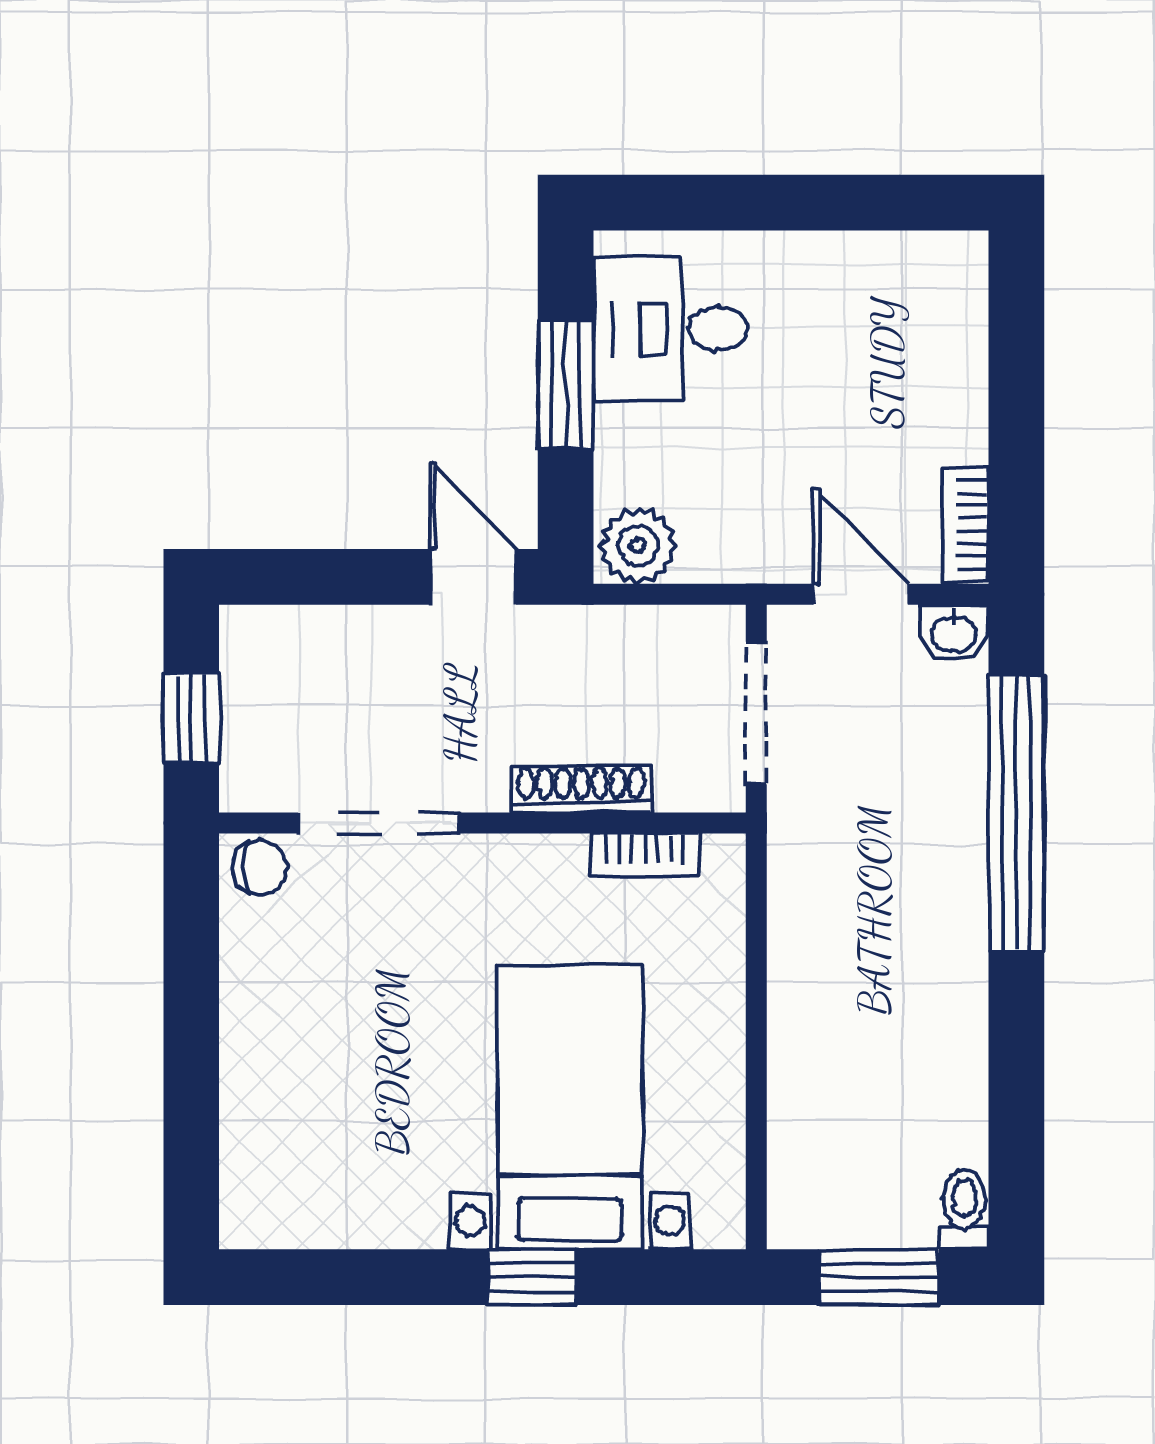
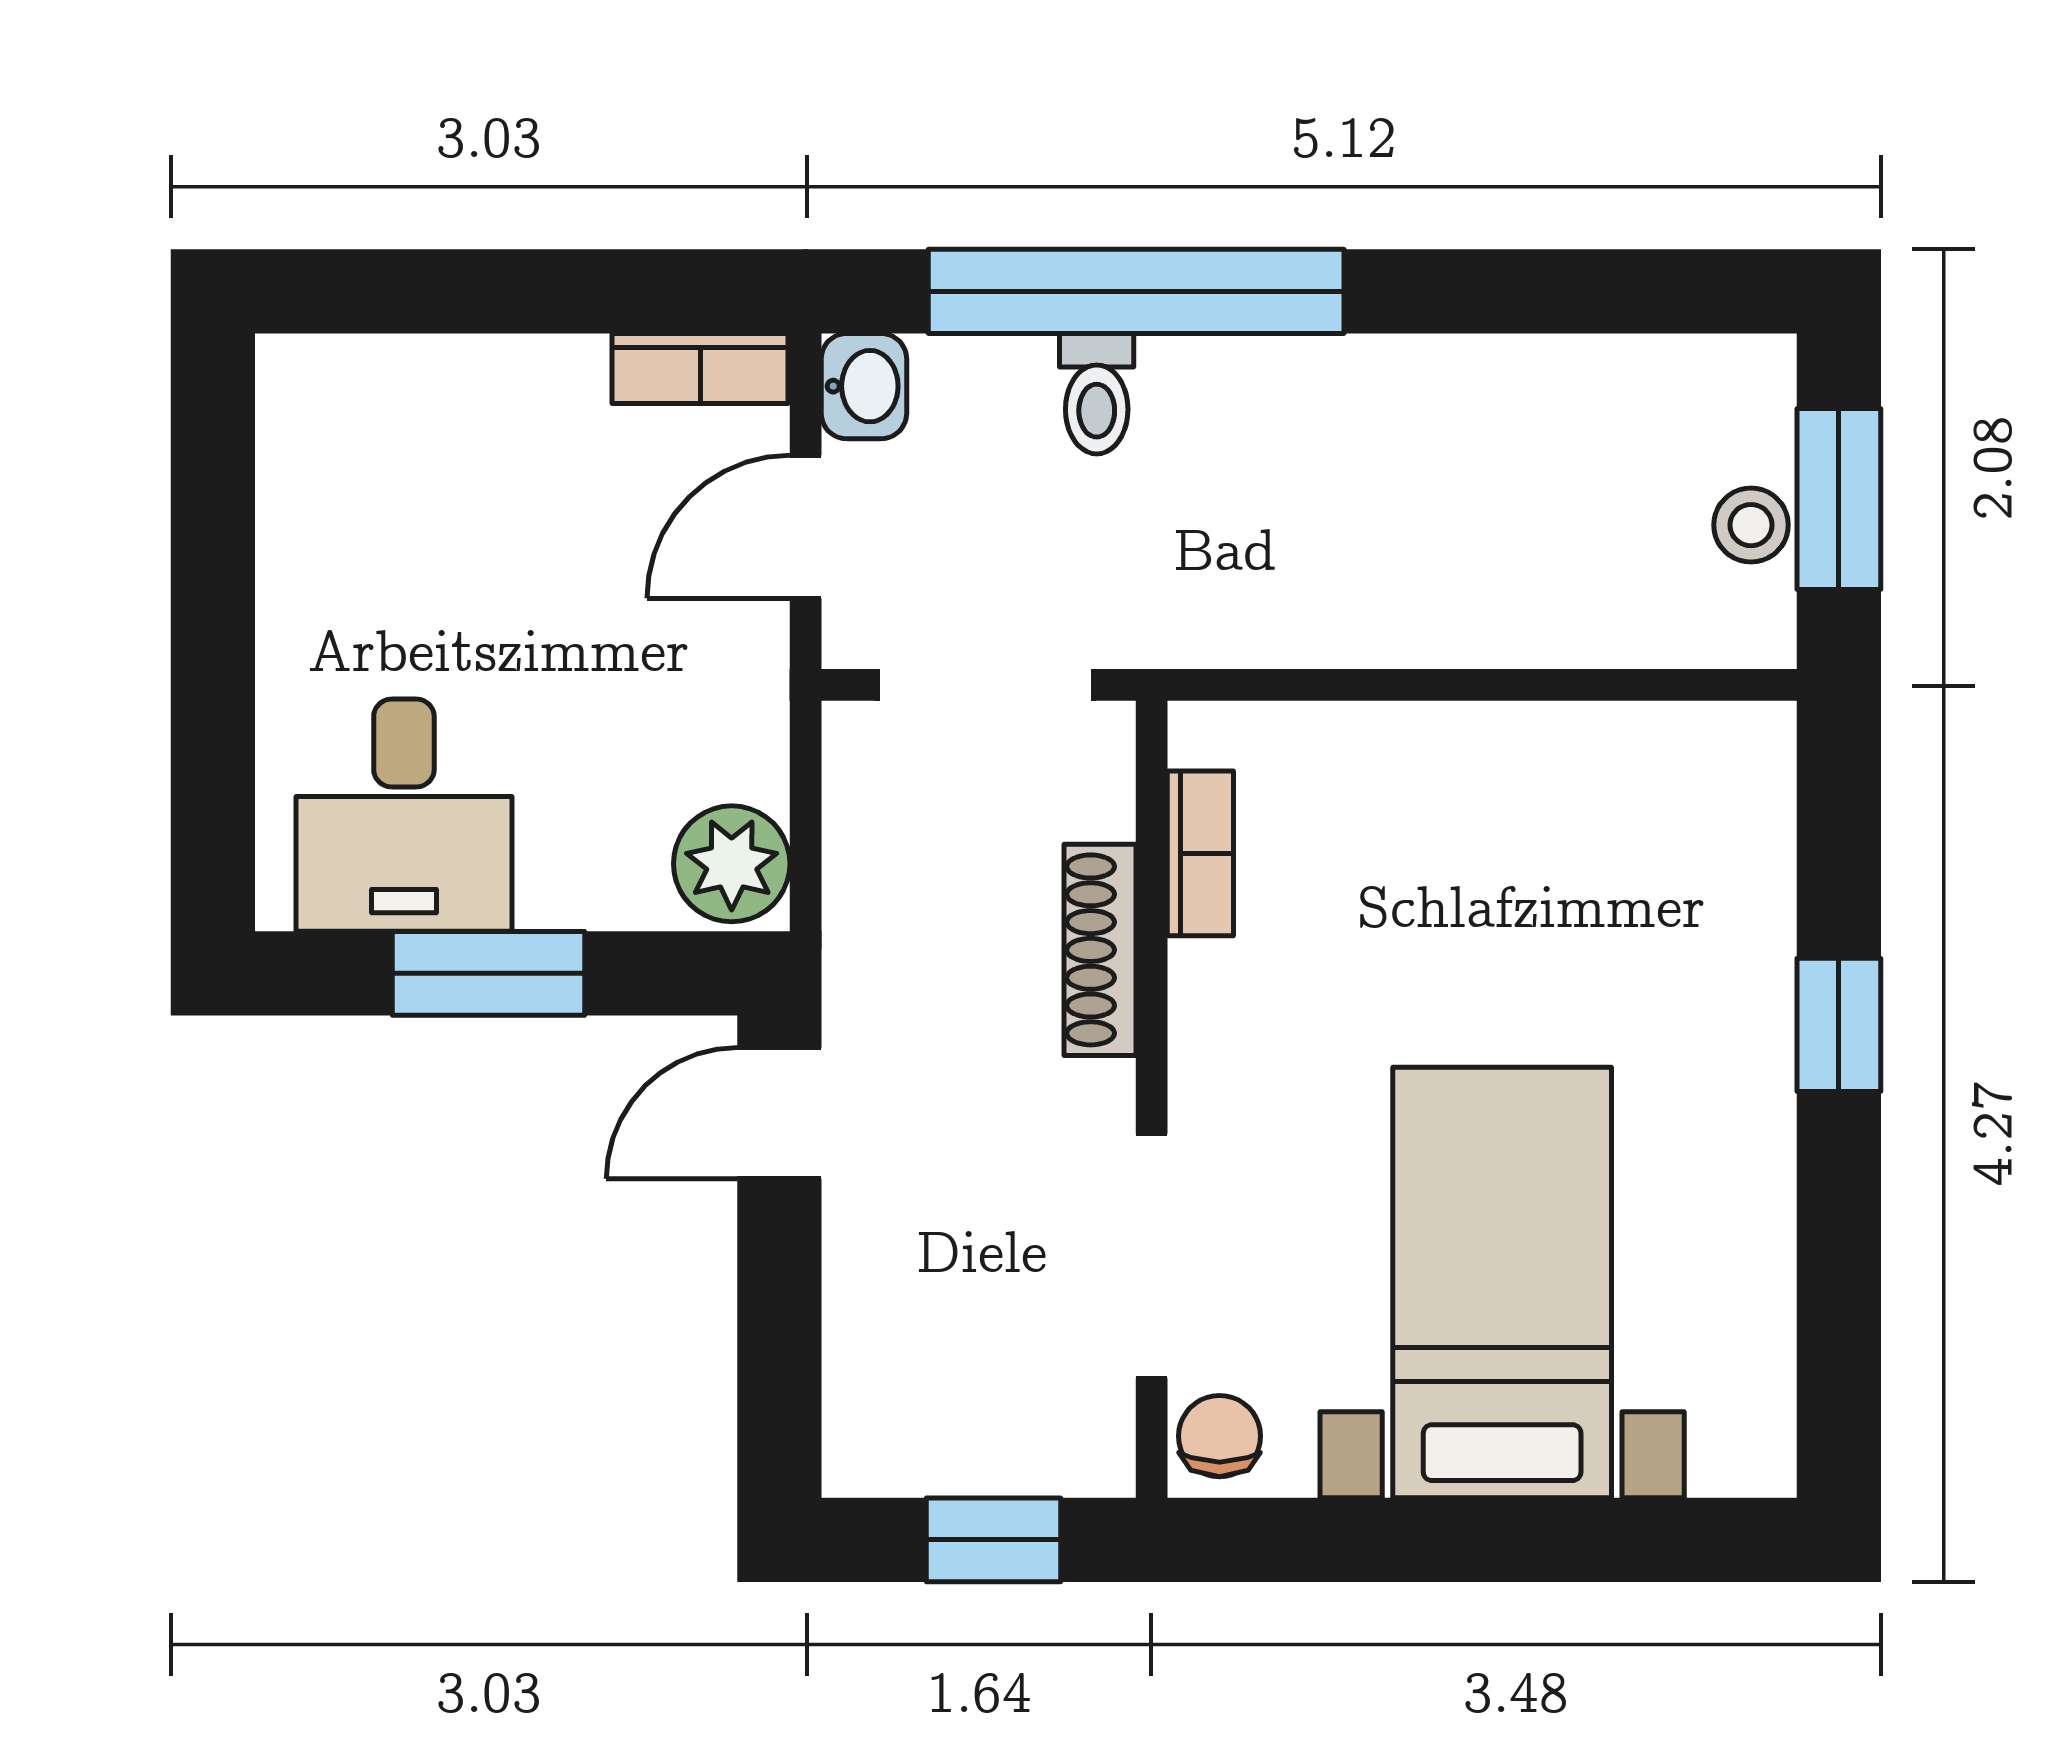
bed with nightstands: (570, 1107) -> (1502, 1282), moved, turned 90
toilet: (964, 1210) -> (1097, 394), moved, turned -90
stool: (862, 1219) -> (1751, 525), added

